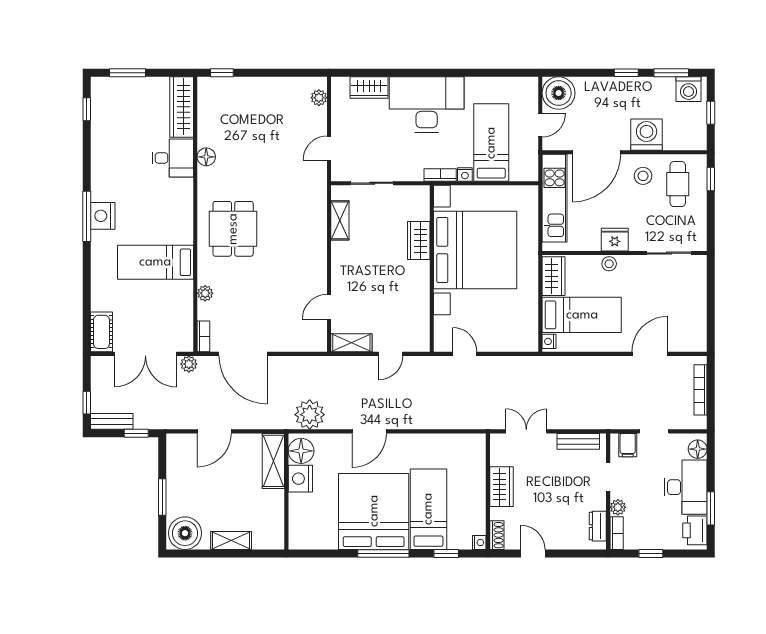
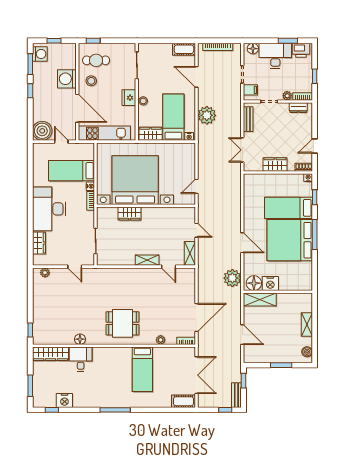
nightstand: (103, 216) -> (64, 400), moved
shelving: (340, 220) -> (147, 260), moved
cot: (697, 333) -> (184, 49), added
plant: (189, 364) -> (207, 115), moved, width x1.88, depth x1.88
boiler: (185, 533) -> (307, 352), width x0.54, depth x0.54

